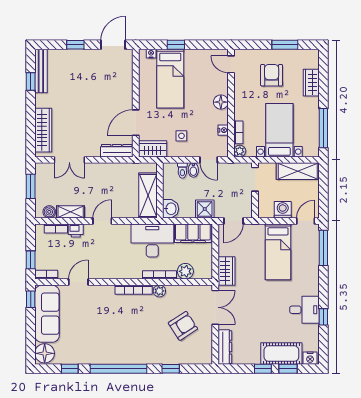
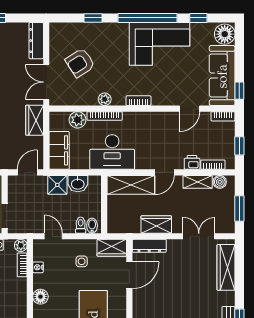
bidet: (193, 170) -> (92, 226), moved
wardrobe: (110, 171) -> (156, 225), added
shelving: (148, 195) -> (131, 185), moved, turned 90
washbasin: (171, 209) -> (78, 184), moved, turned -90
filing cabinet: (193, 233) -> (59, 150), moved, turned 90
window: (31, 260) -> (239, 146), moved
bookcase: (134, 290) -> (138, 101), width x0.64
corner sofa: (107, 344) -> (159, 44), added

